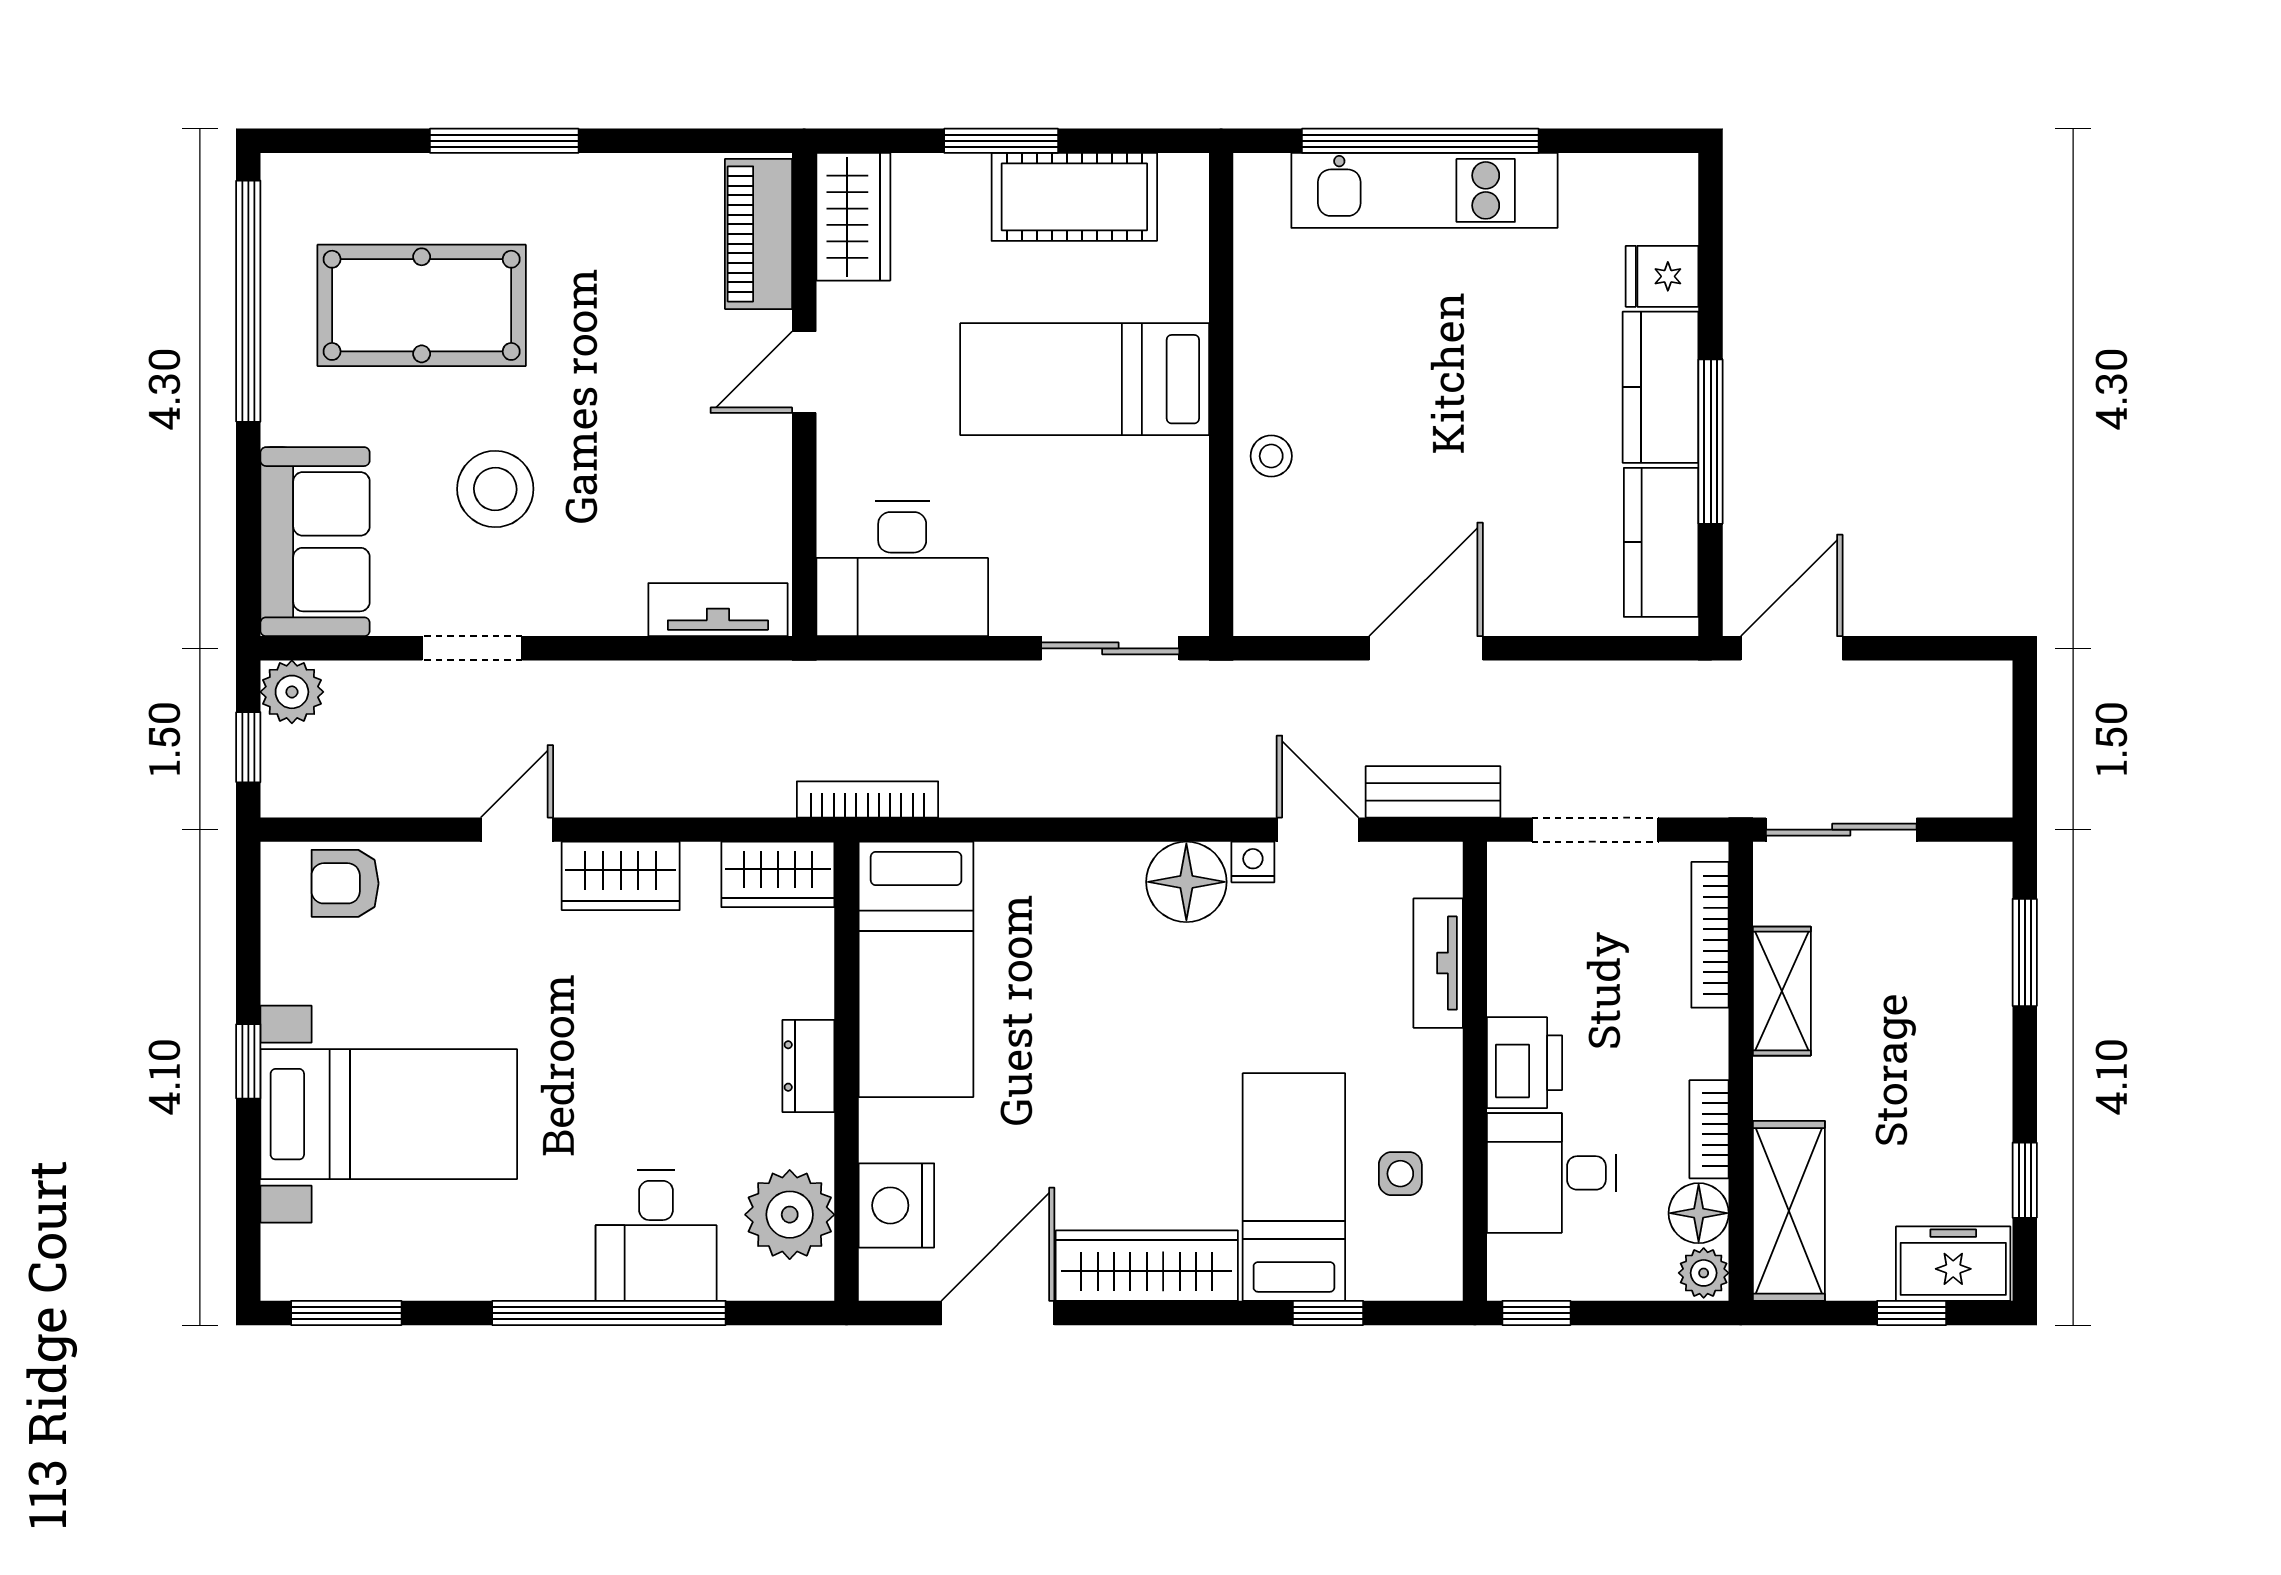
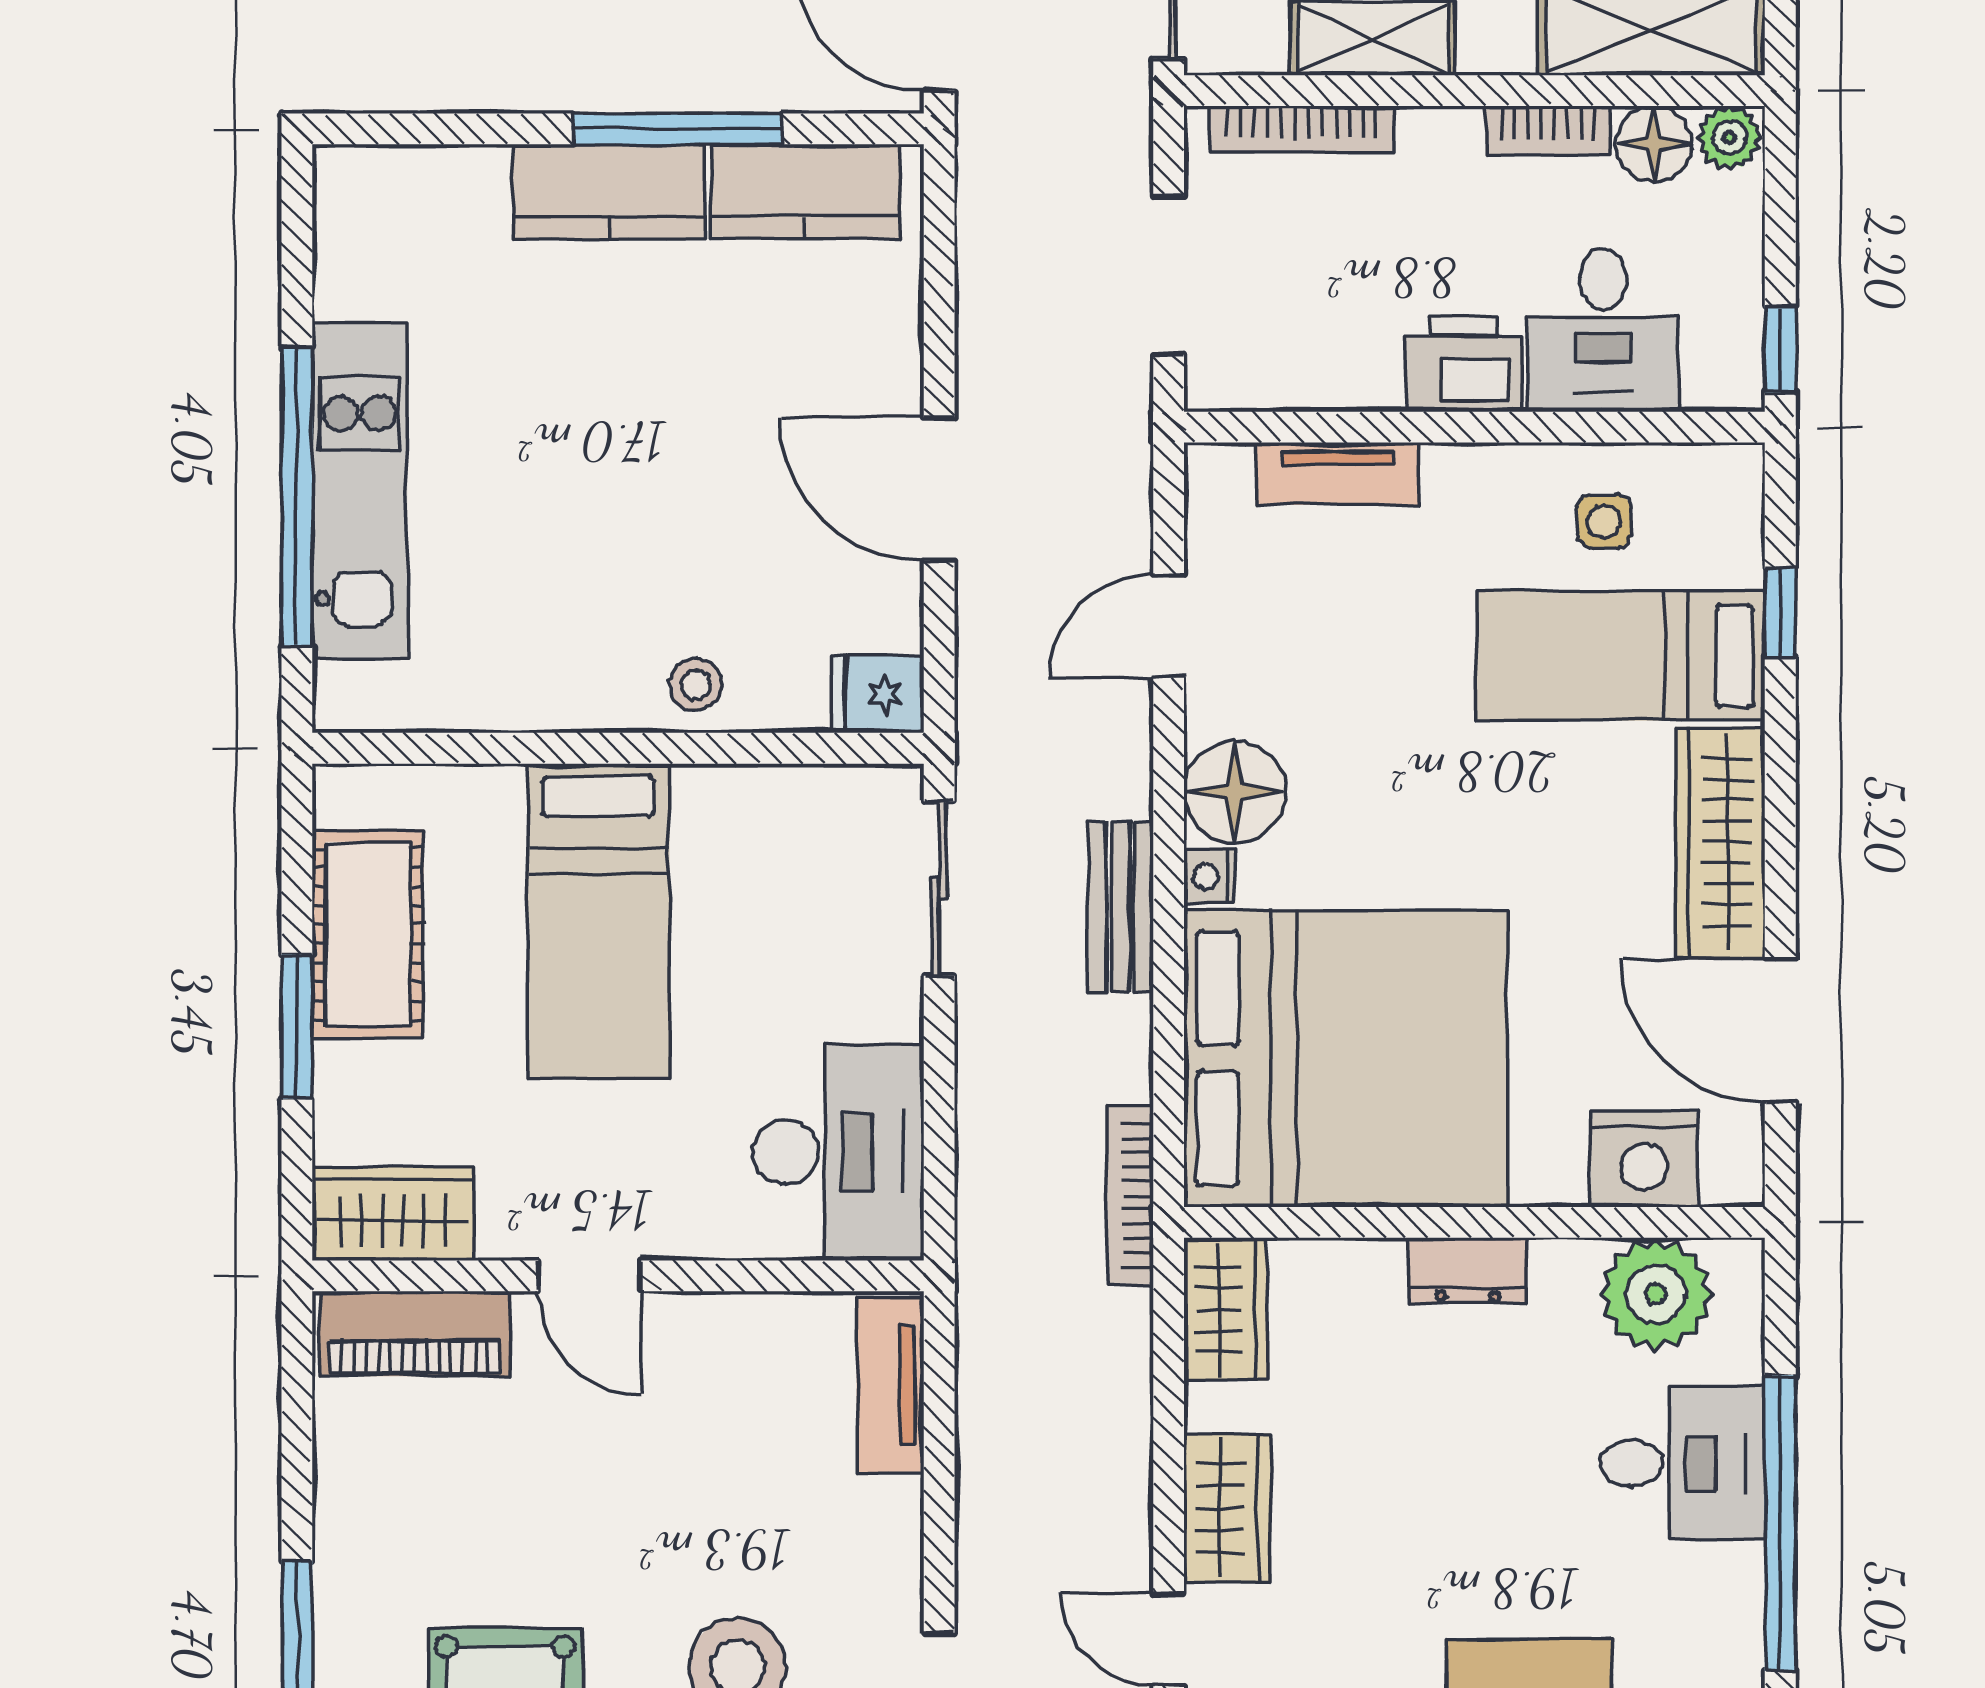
fridge: (1662, 276) -> (878, 694), moved, turned 90
bench: (1433, 792) -> (1121, 907), moved
nightstand: (1253, 862) -> (1210, 876), moved
bed: (916, 969) -> (1345, 1058), width x2.04

